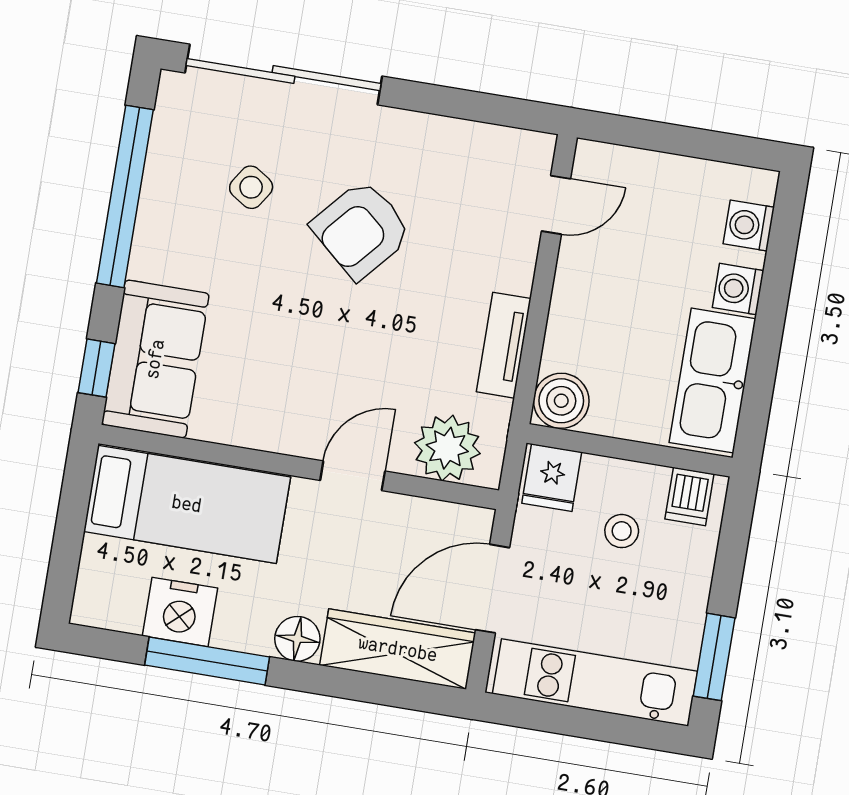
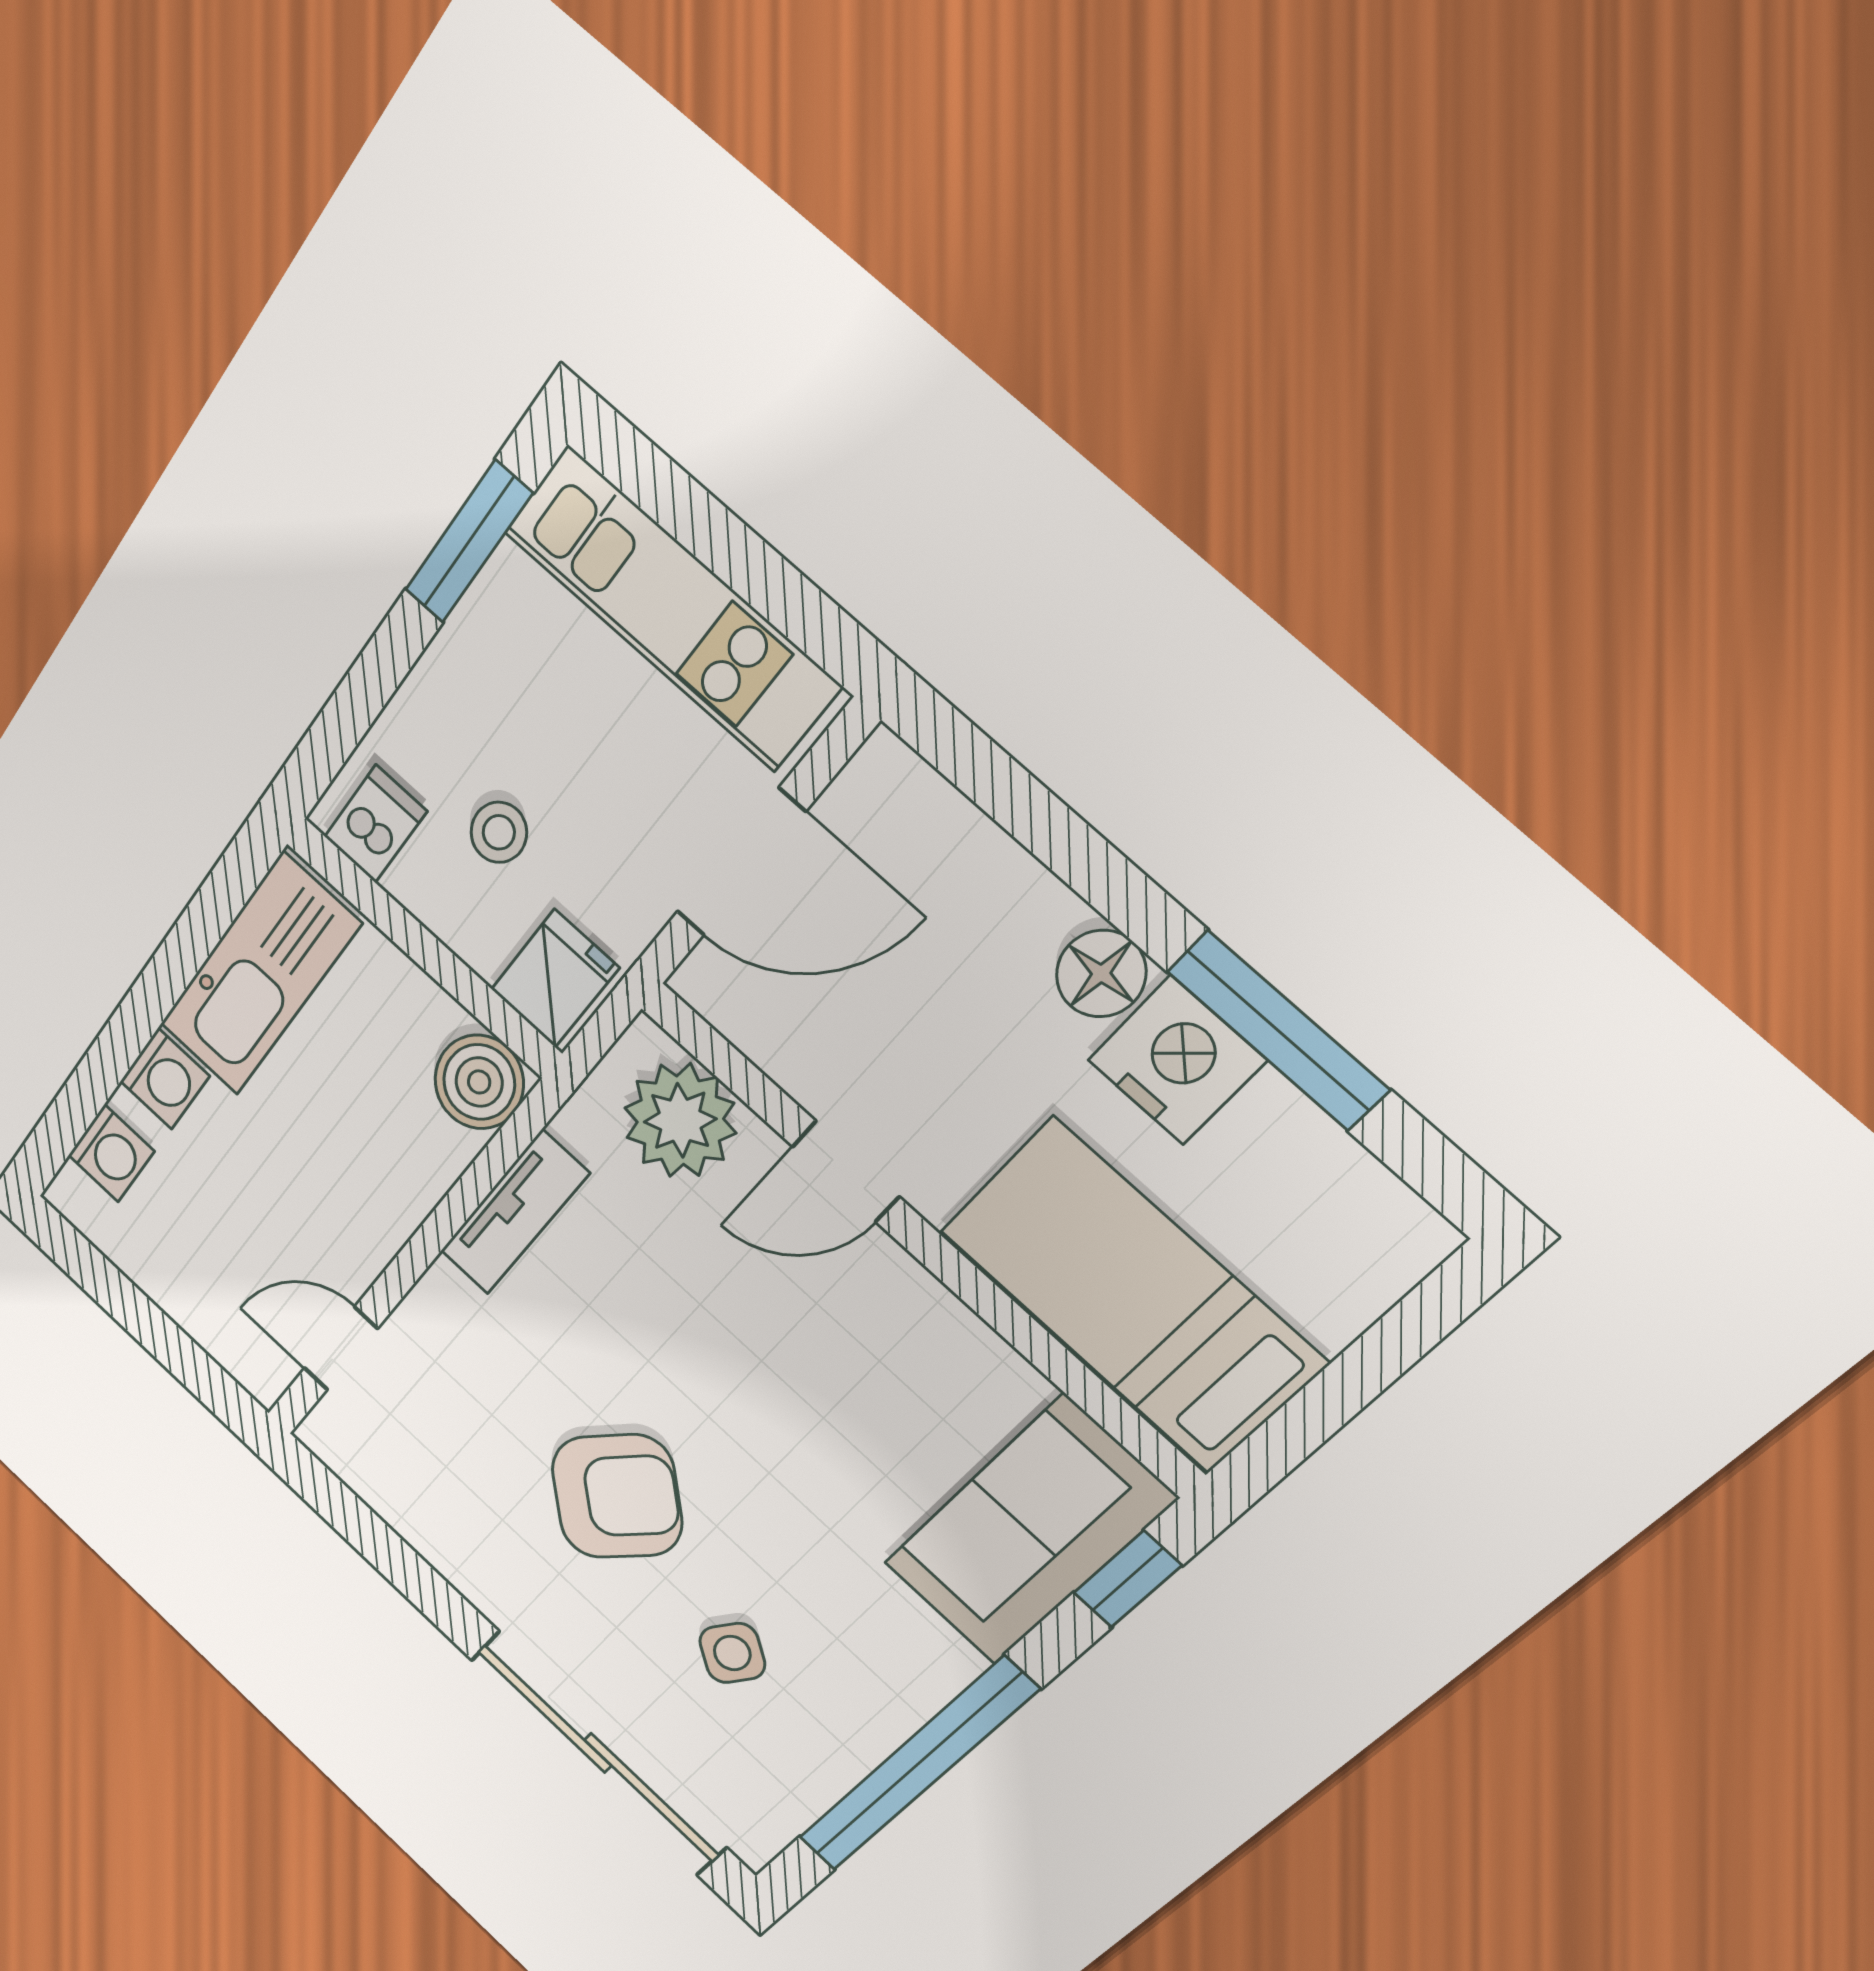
nightstand: (180, 612) -> (1177, 1060), moved
wardrobe: (398, 649) -> (949, 856), removed

